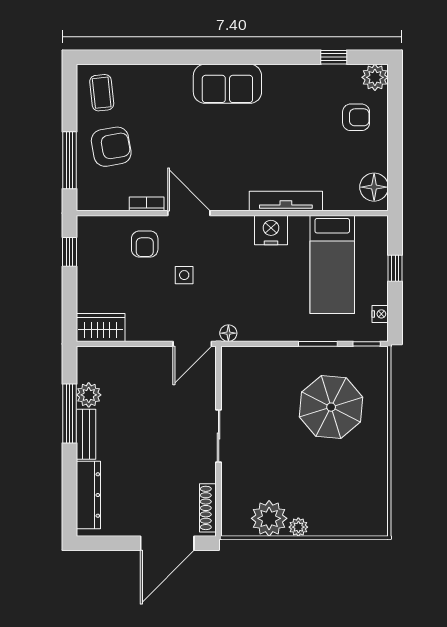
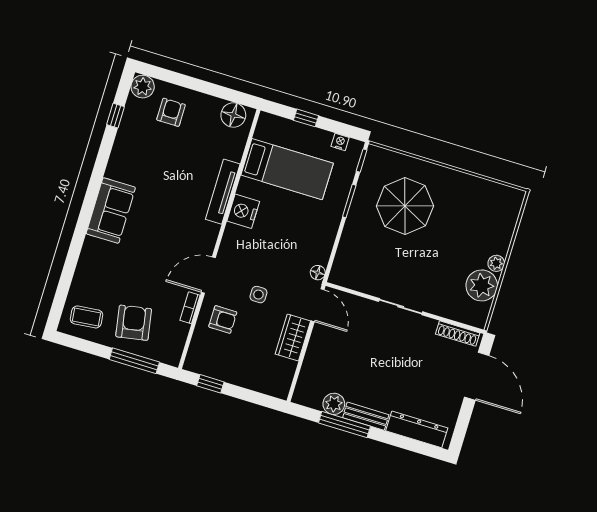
wardrobe: (101, 327) -> (293, 338), moved

